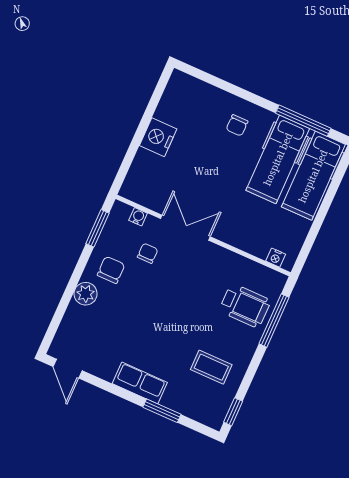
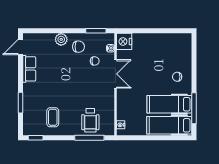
nightstand: (158, 137) -> (124, 41), moved, turned -90
row of seats: (140, 383) -> (29, 69), moved

